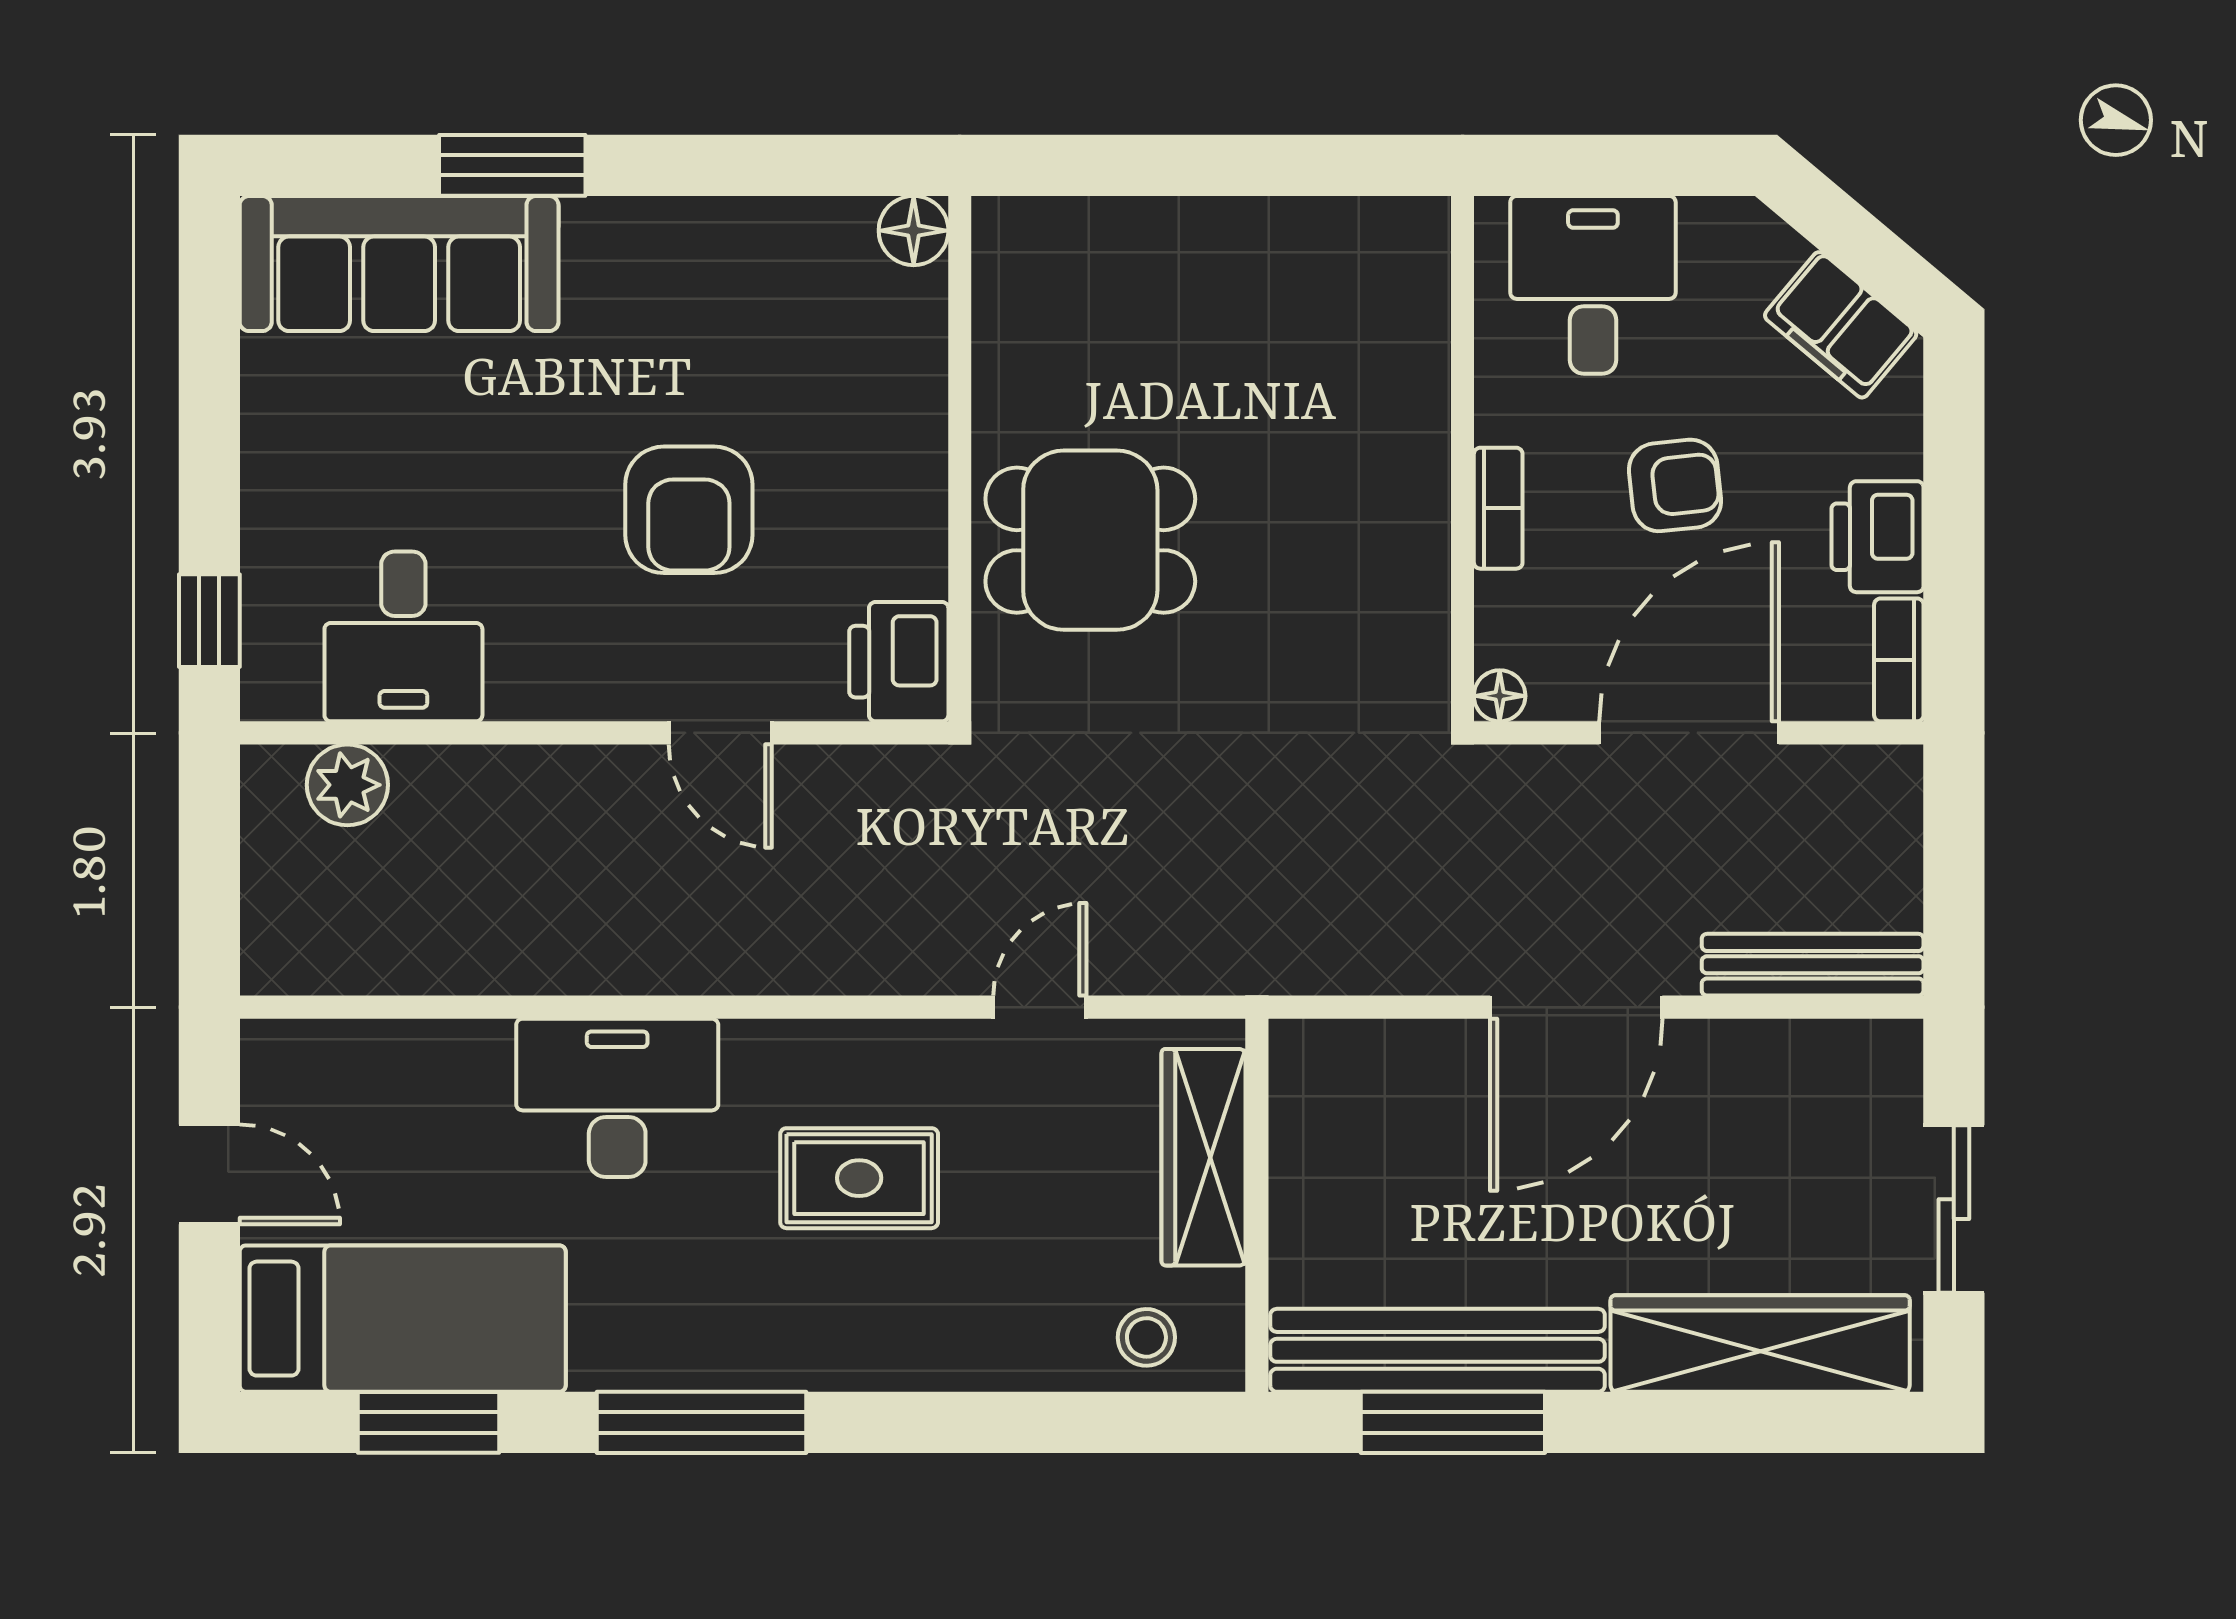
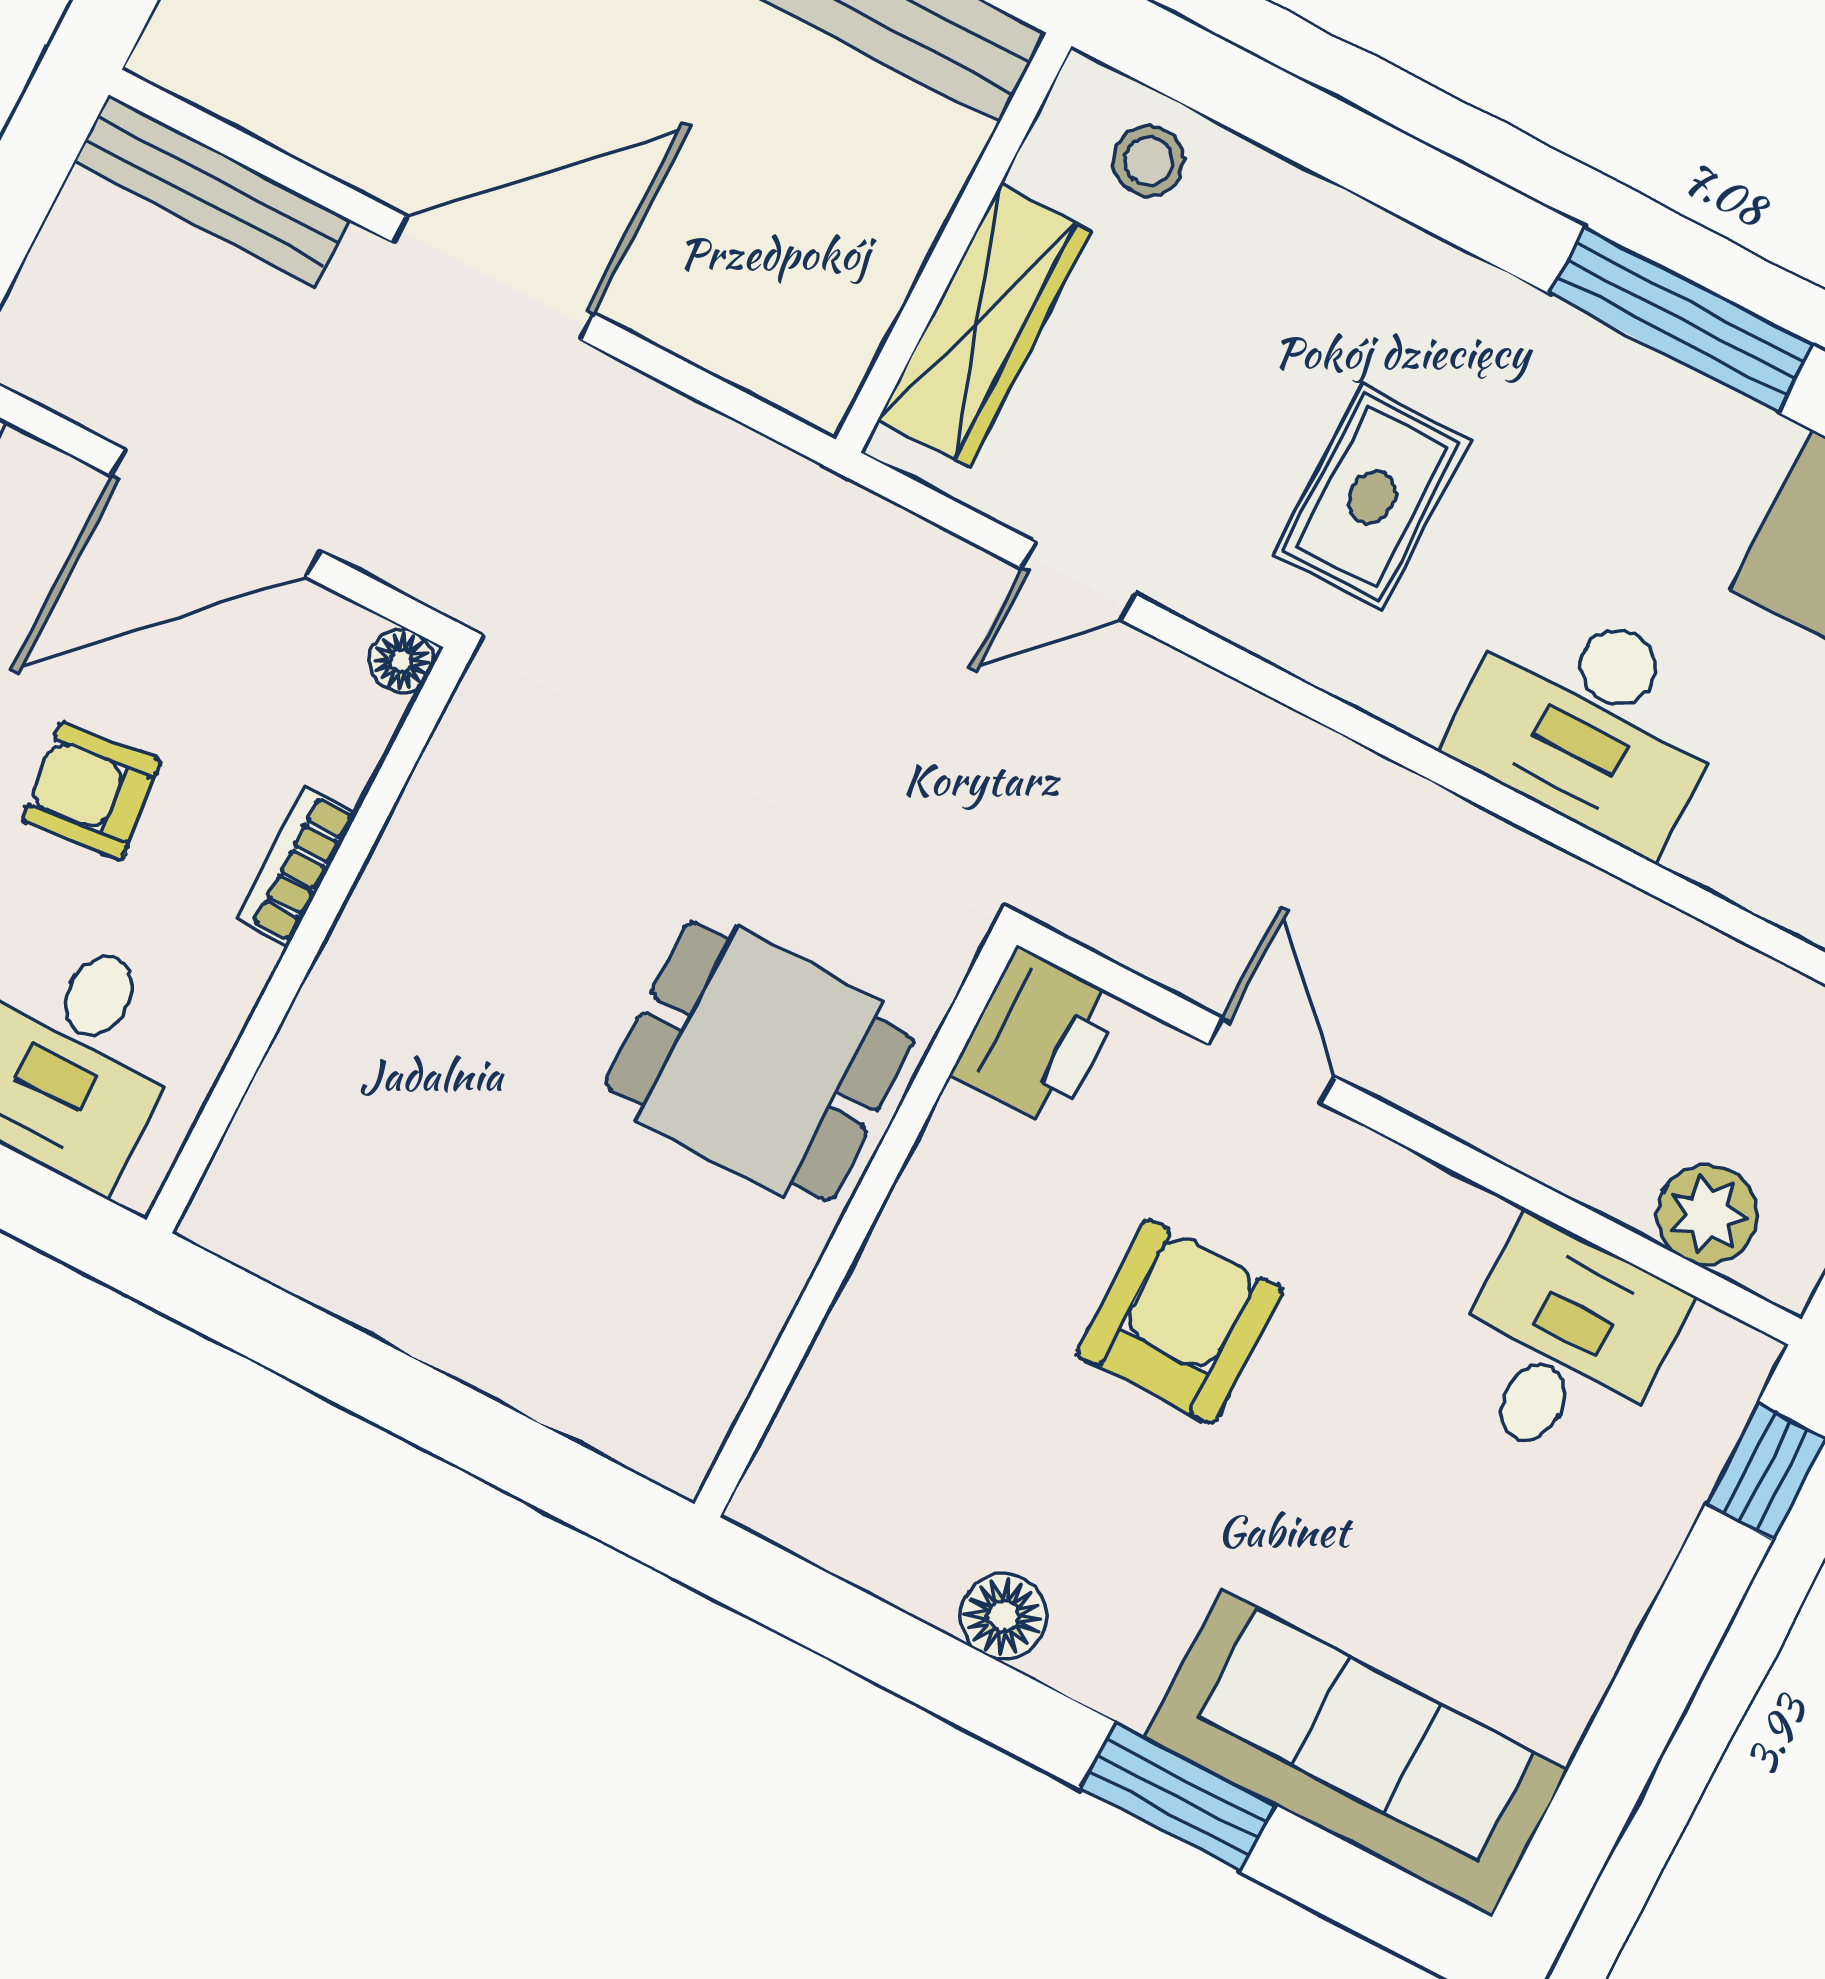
floor lamp: (914, 231) -> (1004, 1616), moved
rug: (859, 1178) -> (1372, 497), turned 90

